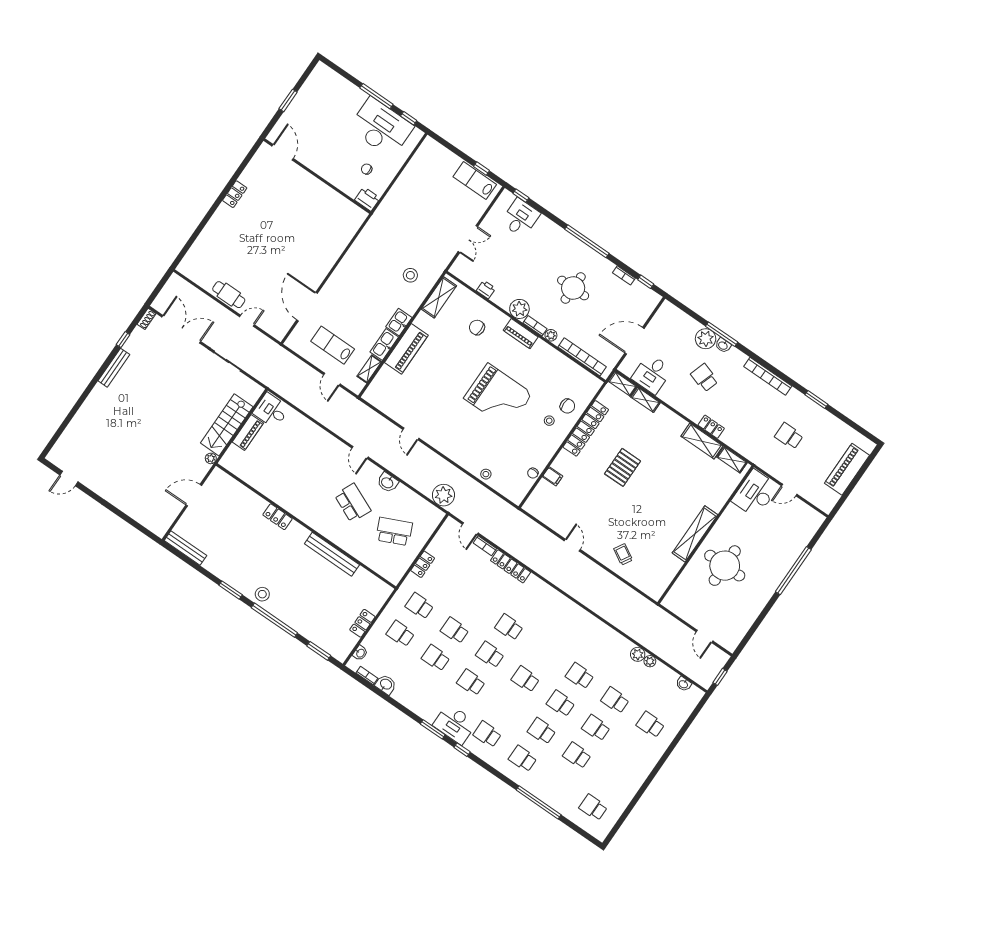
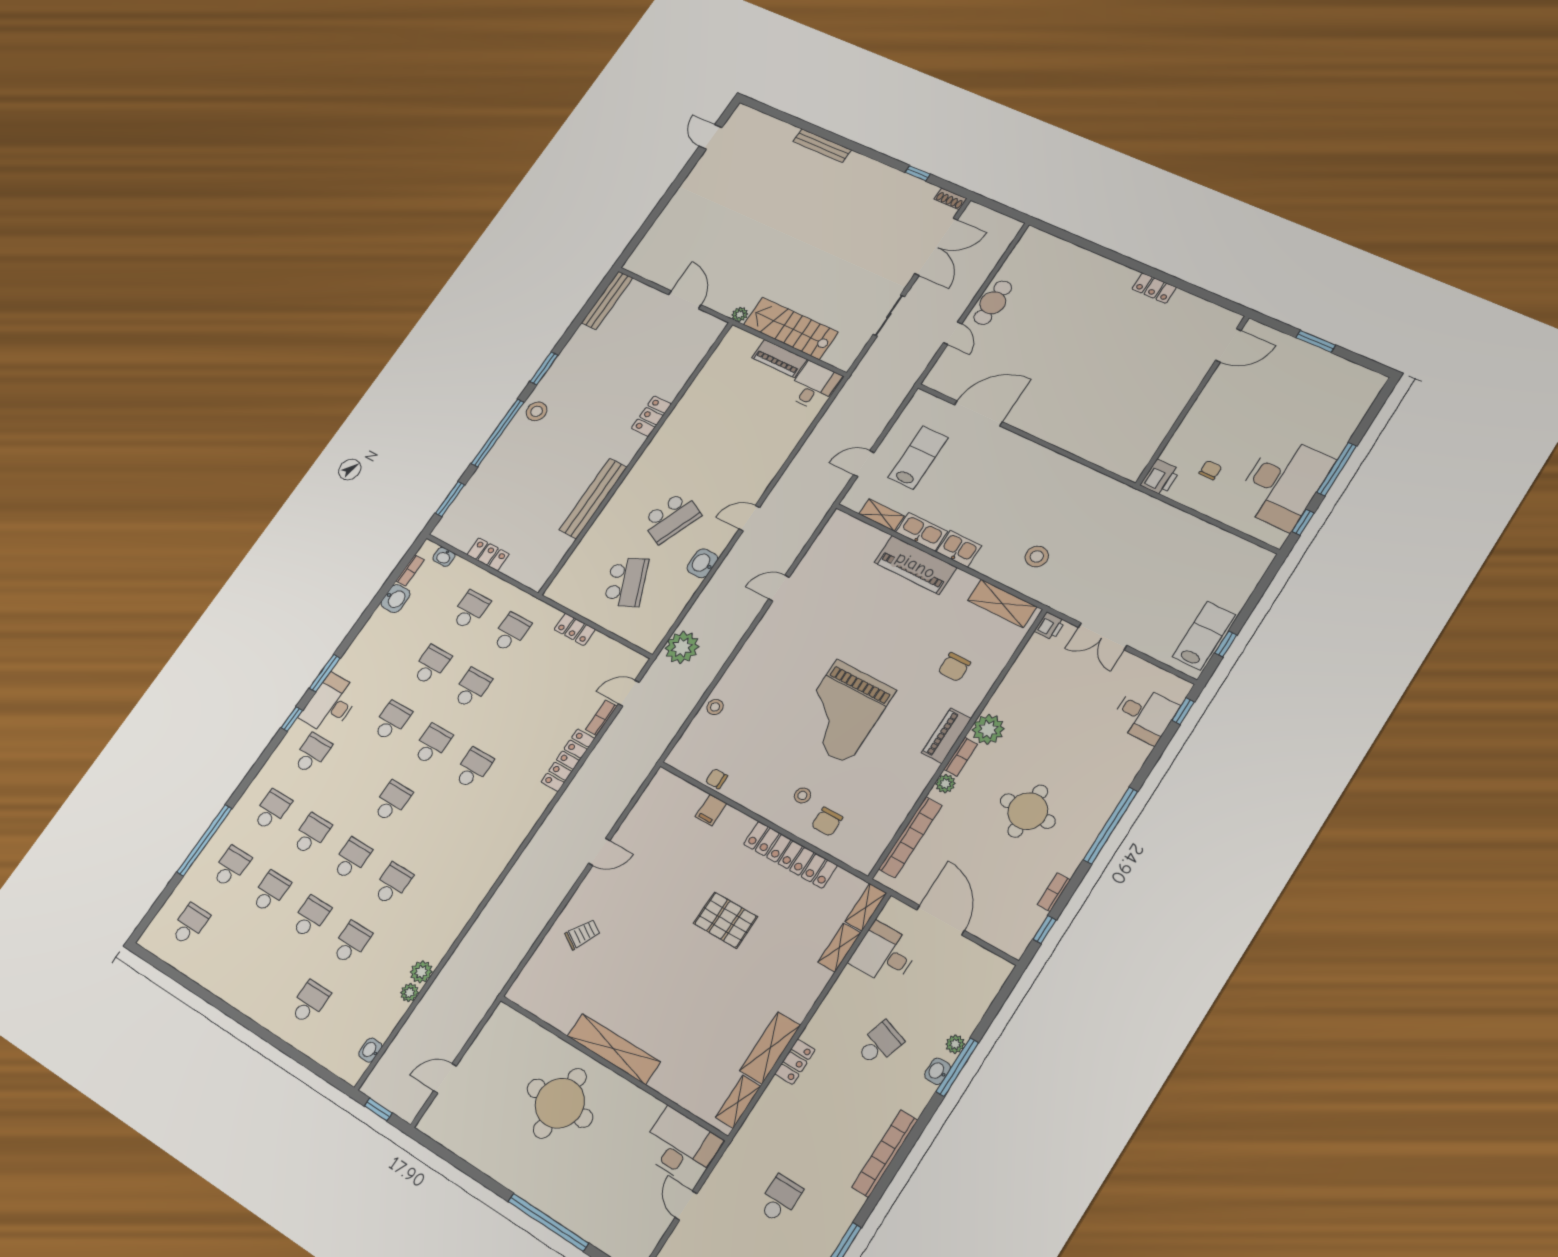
printer: (486, 290) -> (1050, 626), moved
chair: (477, 327) -> (954, 667), turned 180
plant: (706, 339) -> (955, 1044), width x0.53, depth x0.53
bench: (114, 368) -> (822, 146), moved
school desk: (558, 783) -> (231, 867), added

